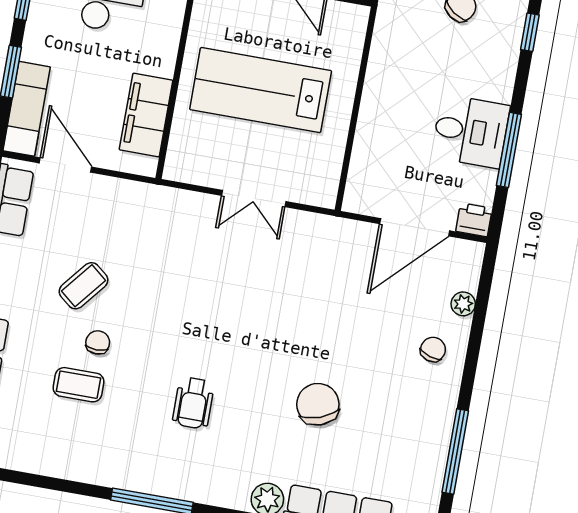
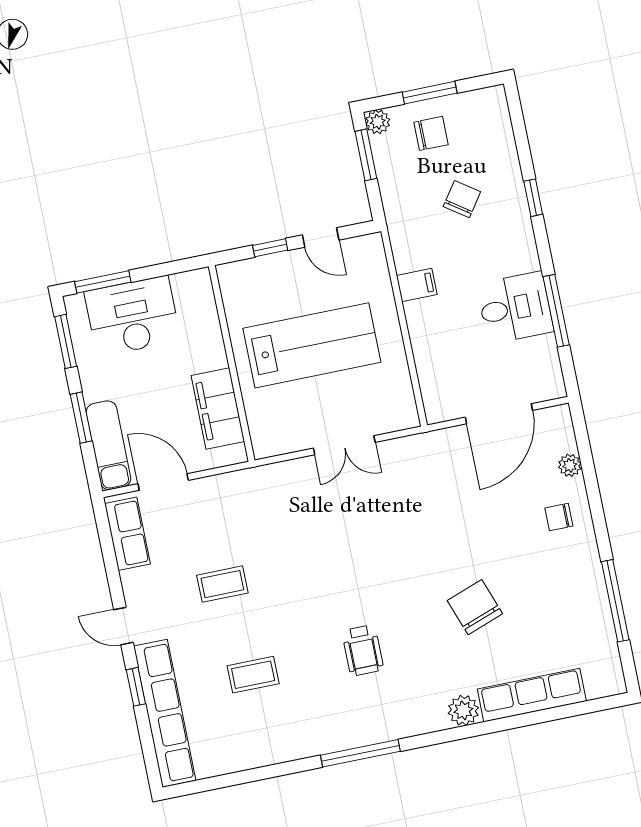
filing cabinet: (385, 72) -> (417, 285), added
lab bench: (261, 90) -> (312, 345), turned 180
printer: (474, 220) -> (550, 386), removed
coffee table: (84, 286) -> (222, 584), turned 51
chair: (98, 342) -> (255, 630), removed
chair: (433, 349) -> (559, 517), turned -107

